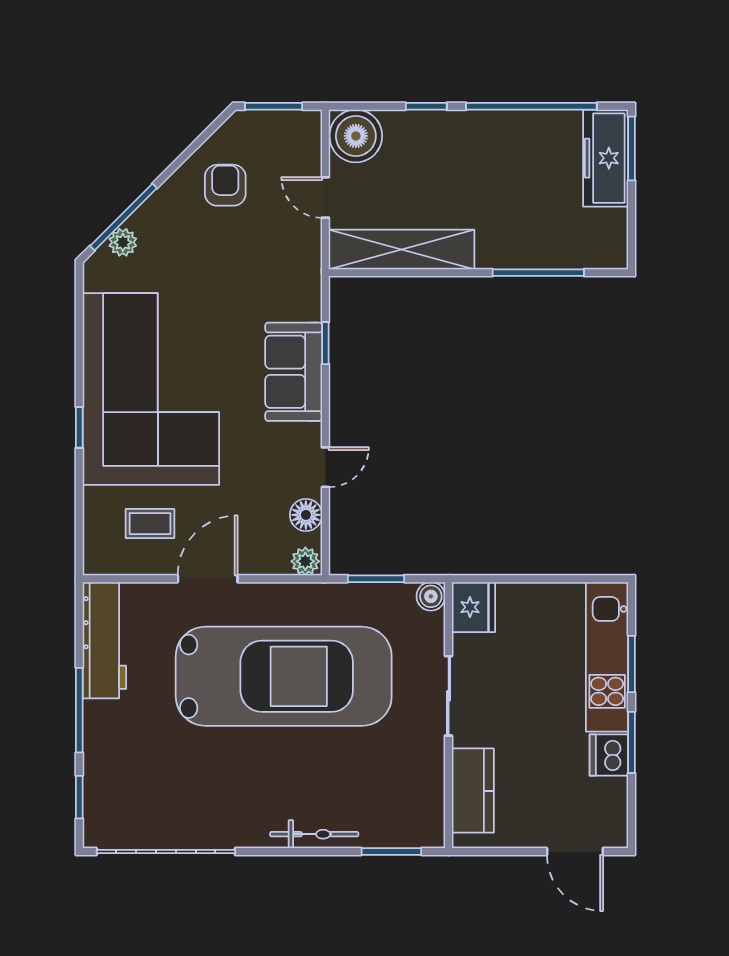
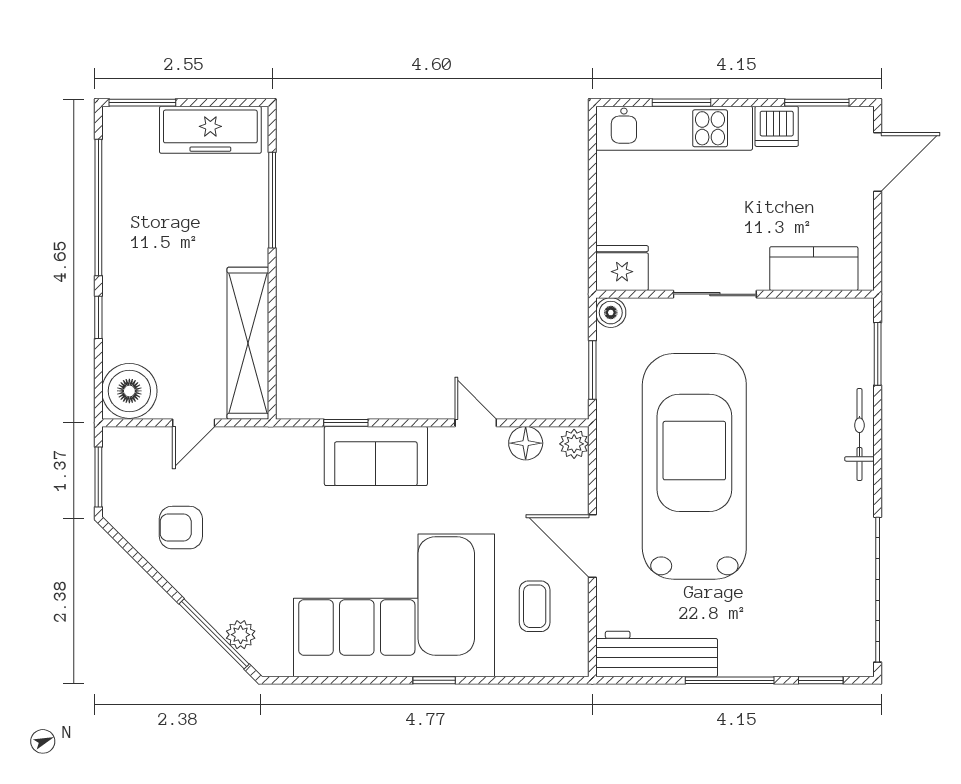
freezer: (606, 158) -> (210, 130), moved
window: (632, 742) -> (817, 103), moved

